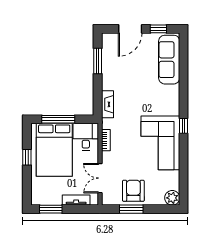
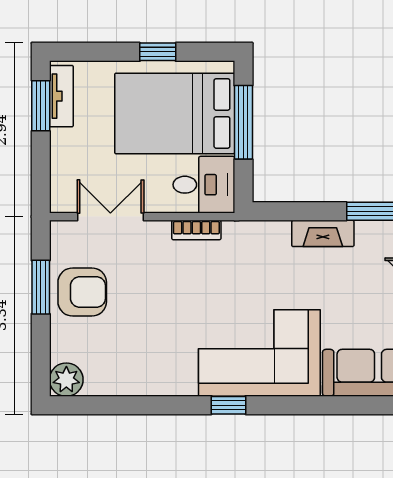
fireplace: (107, 104) -> (323, 233), moved
corner sofa: (160, 143) -> (259, 353), moved
tv unit: (76, 200) -> (61, 96), moved

